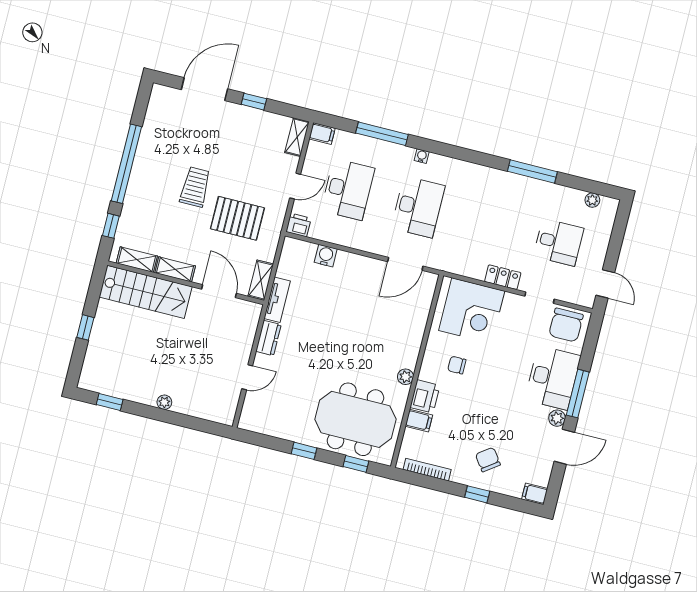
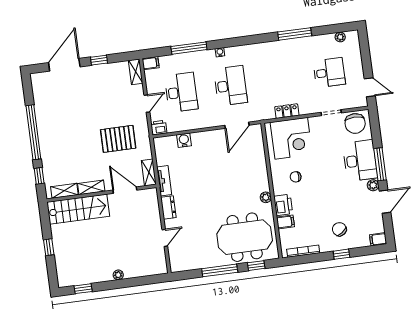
trolley: (195, 187) -> (83, 130), removed
locker: (503, 277) -> (287, 111), moved
window: (304, 451) -> (220, 270), width x2.17

